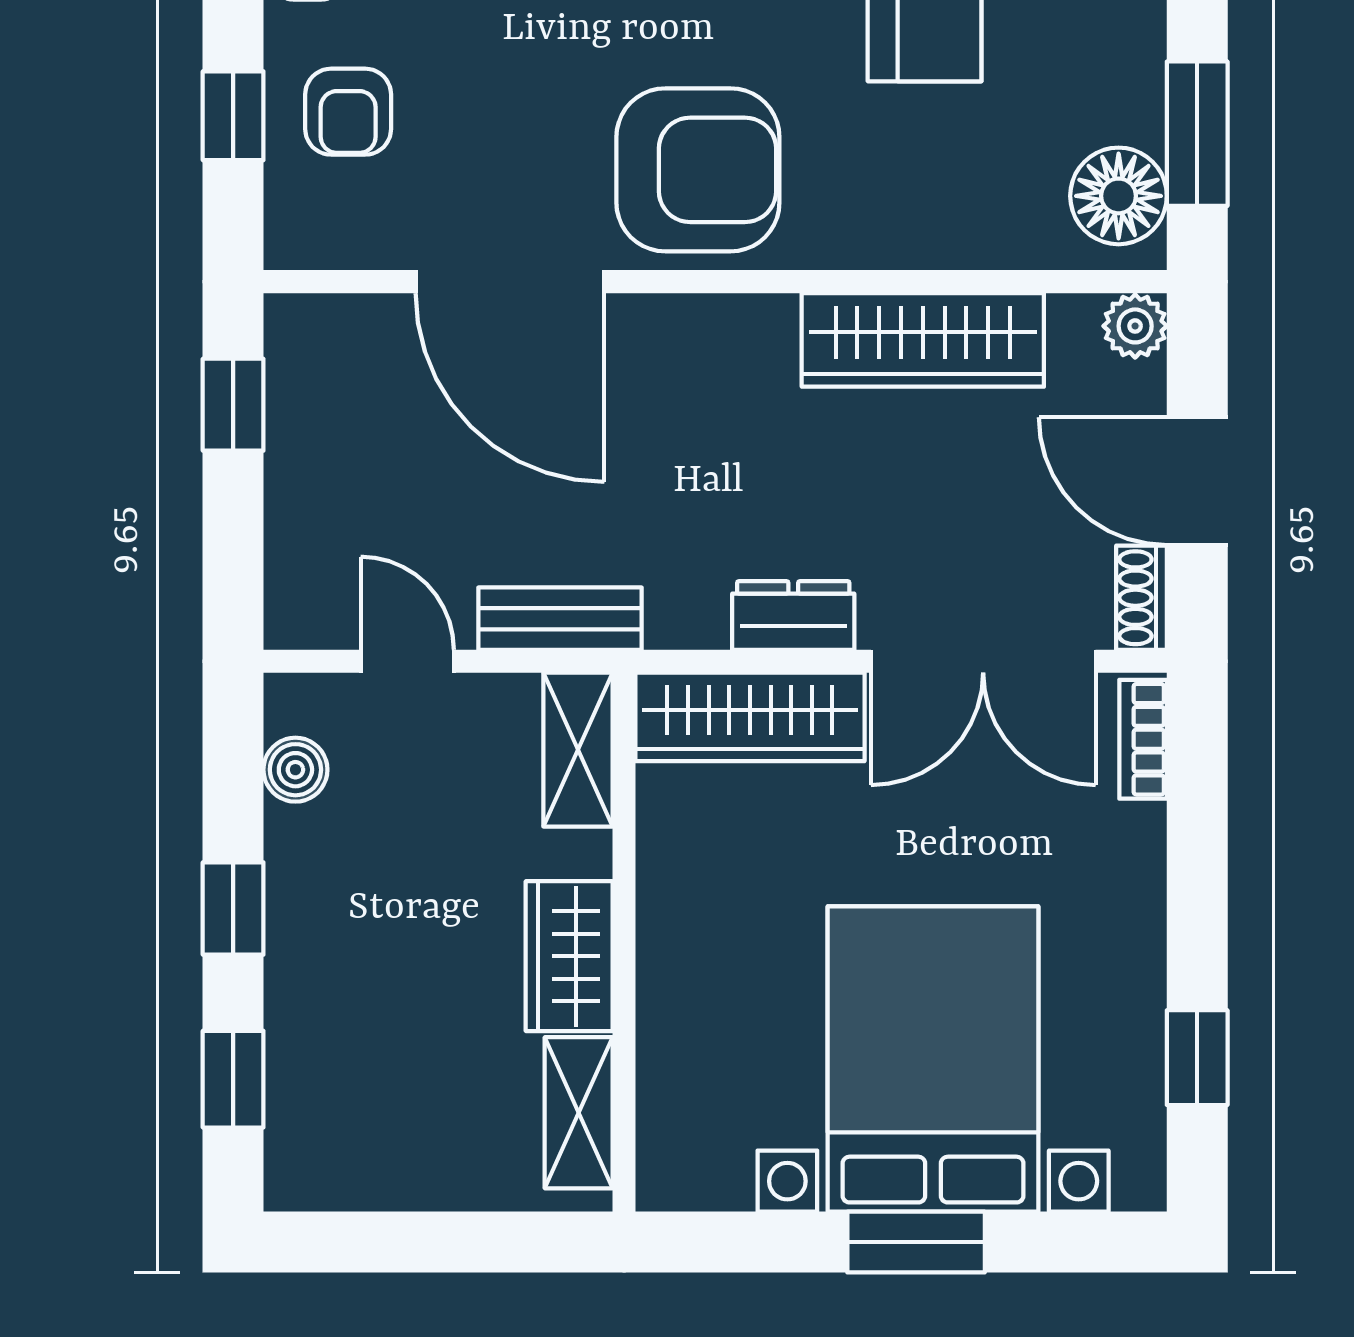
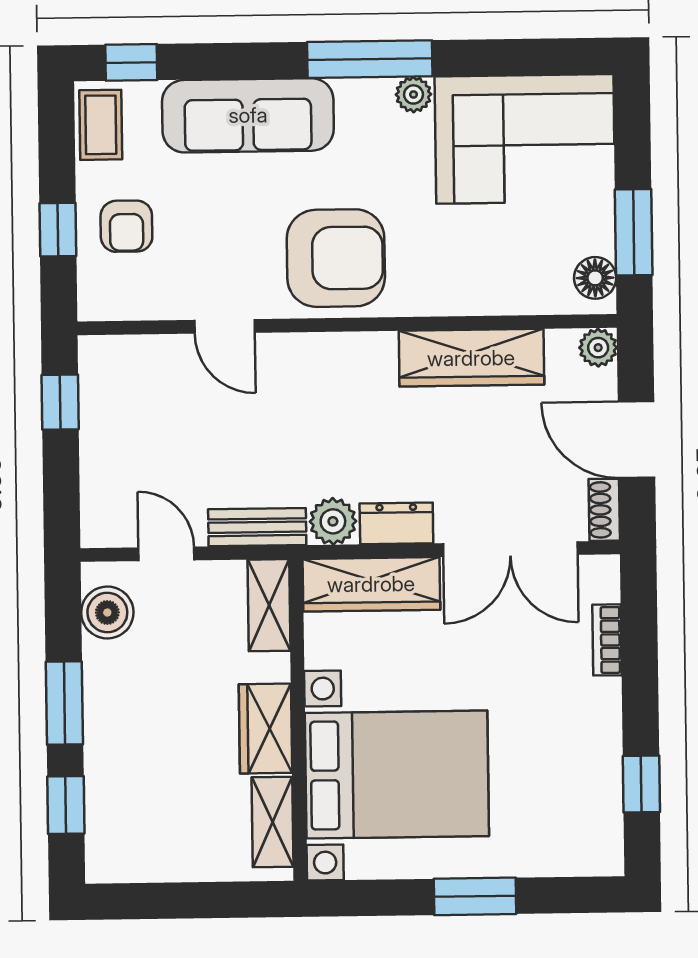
floor lamp: (1119, 196) -> (595, 278), width x0.73, depth x0.73
door: (510, 282) -> (225, 326), width x0.53
plant: (687, 611) -> (333, 521), added
bookcase: (1143, 739) -> (607, 640), moved
boiler: (295, 770) -> (107, 612), width x1.36, depth x1.36
window: (233, 909) -> (64, 703), width x1.50
bed with nightstands: (933, 1059) -> (397, 775), moved, turned 90

